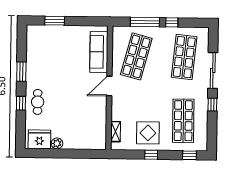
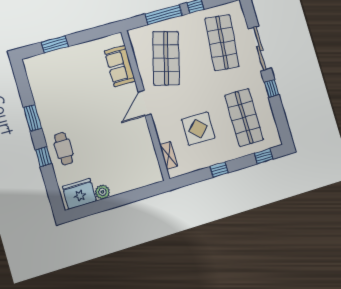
sofa: (99, 52) -> (120, 66), width x0.73
display table: (148, 133) -> (198, 129), moved

